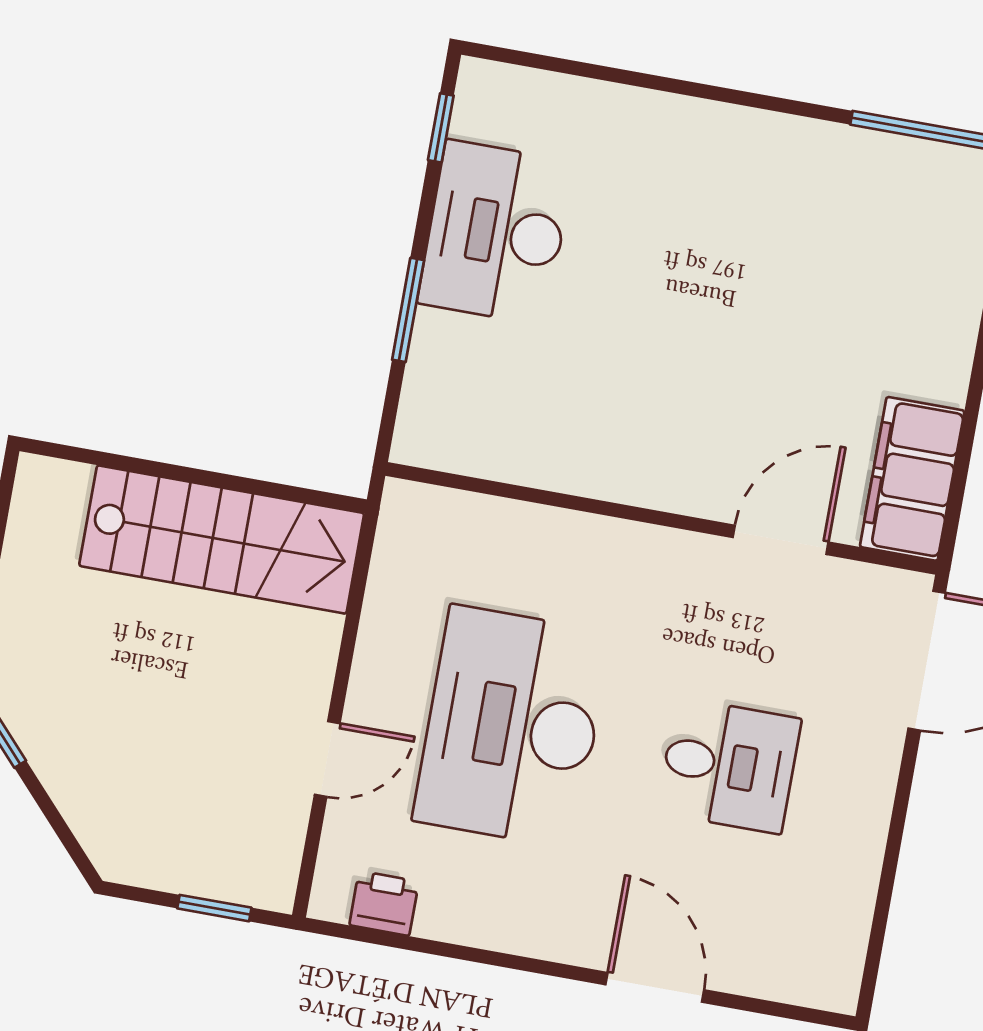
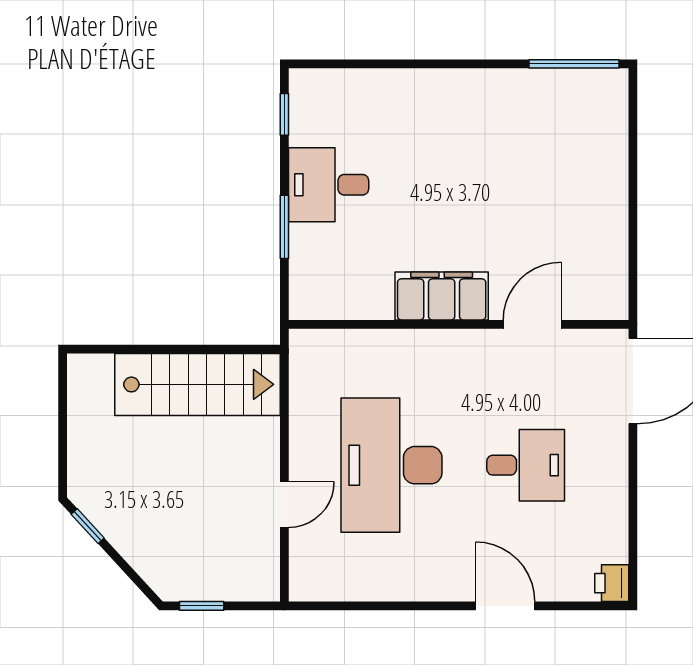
desk: (496, 232) -> (329, 185), width x0.73
filing cabinet: (912, 479) -> (442, 296), moved, turned 90
printer: (384, 903) -> (612, 583), moved, turned -90
window: (214, 908) -> (202, 606), moved

